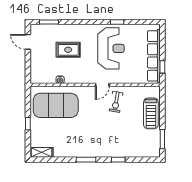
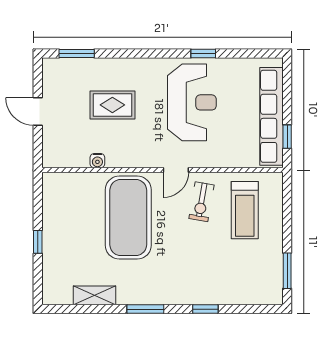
door: (28, 42) -> (38, 111), moved
exercise mat: (56, 105) -> (128, 218), moved, turned 90
treadmill: (151, 113) -> (245, 210), moved
shelving: (41, 152) -> (94, 295), moved

